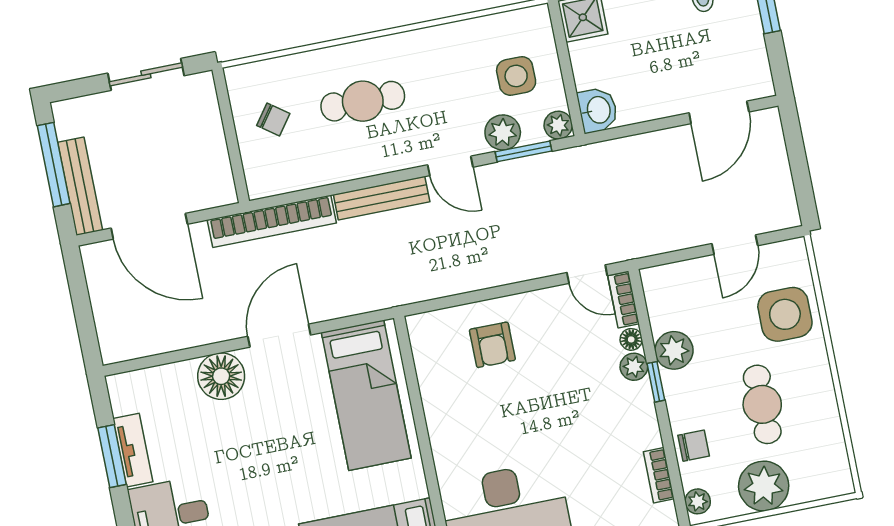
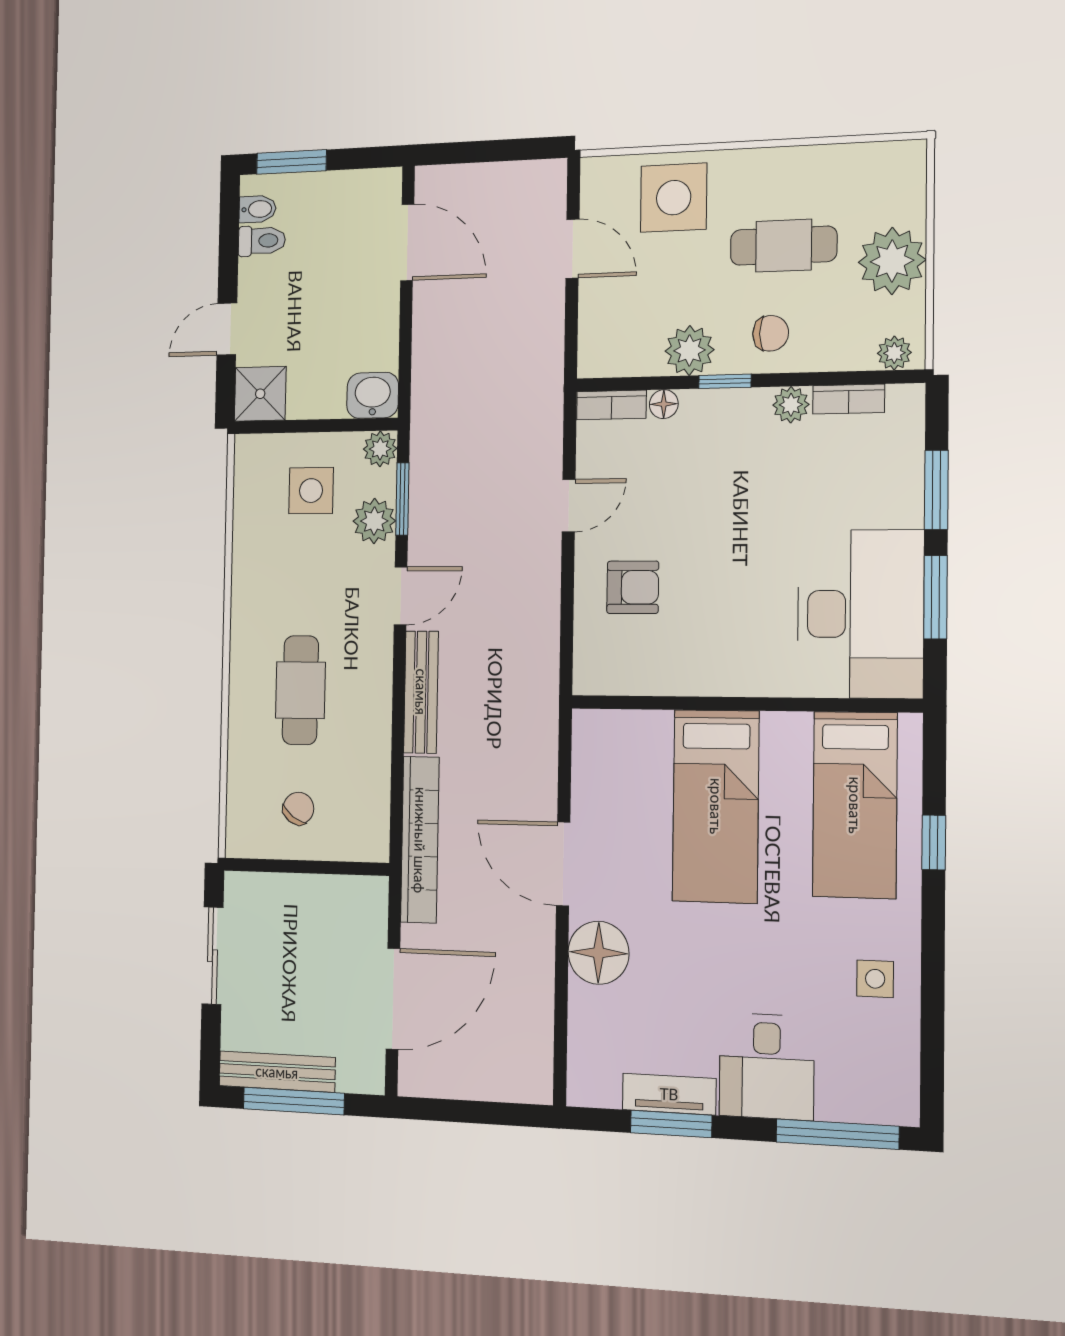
bench: (80, 186) -> (277, 1072), moved
door: (587, 274) -> (569, 506), moved
plant: (634, 367) -> (791, 405), moved
bed: (366, 395) -> (716, 806), moved, turned 90
chair: (694, 446) -> (771, 333), moved, turned 90

